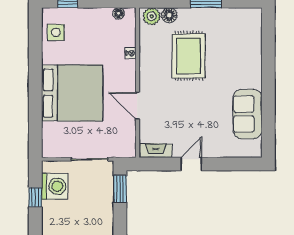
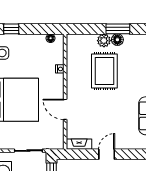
floor lamp: (169, 15) -> (117, 40), moved
plant: (152, 16) -> (104, 41), moved

